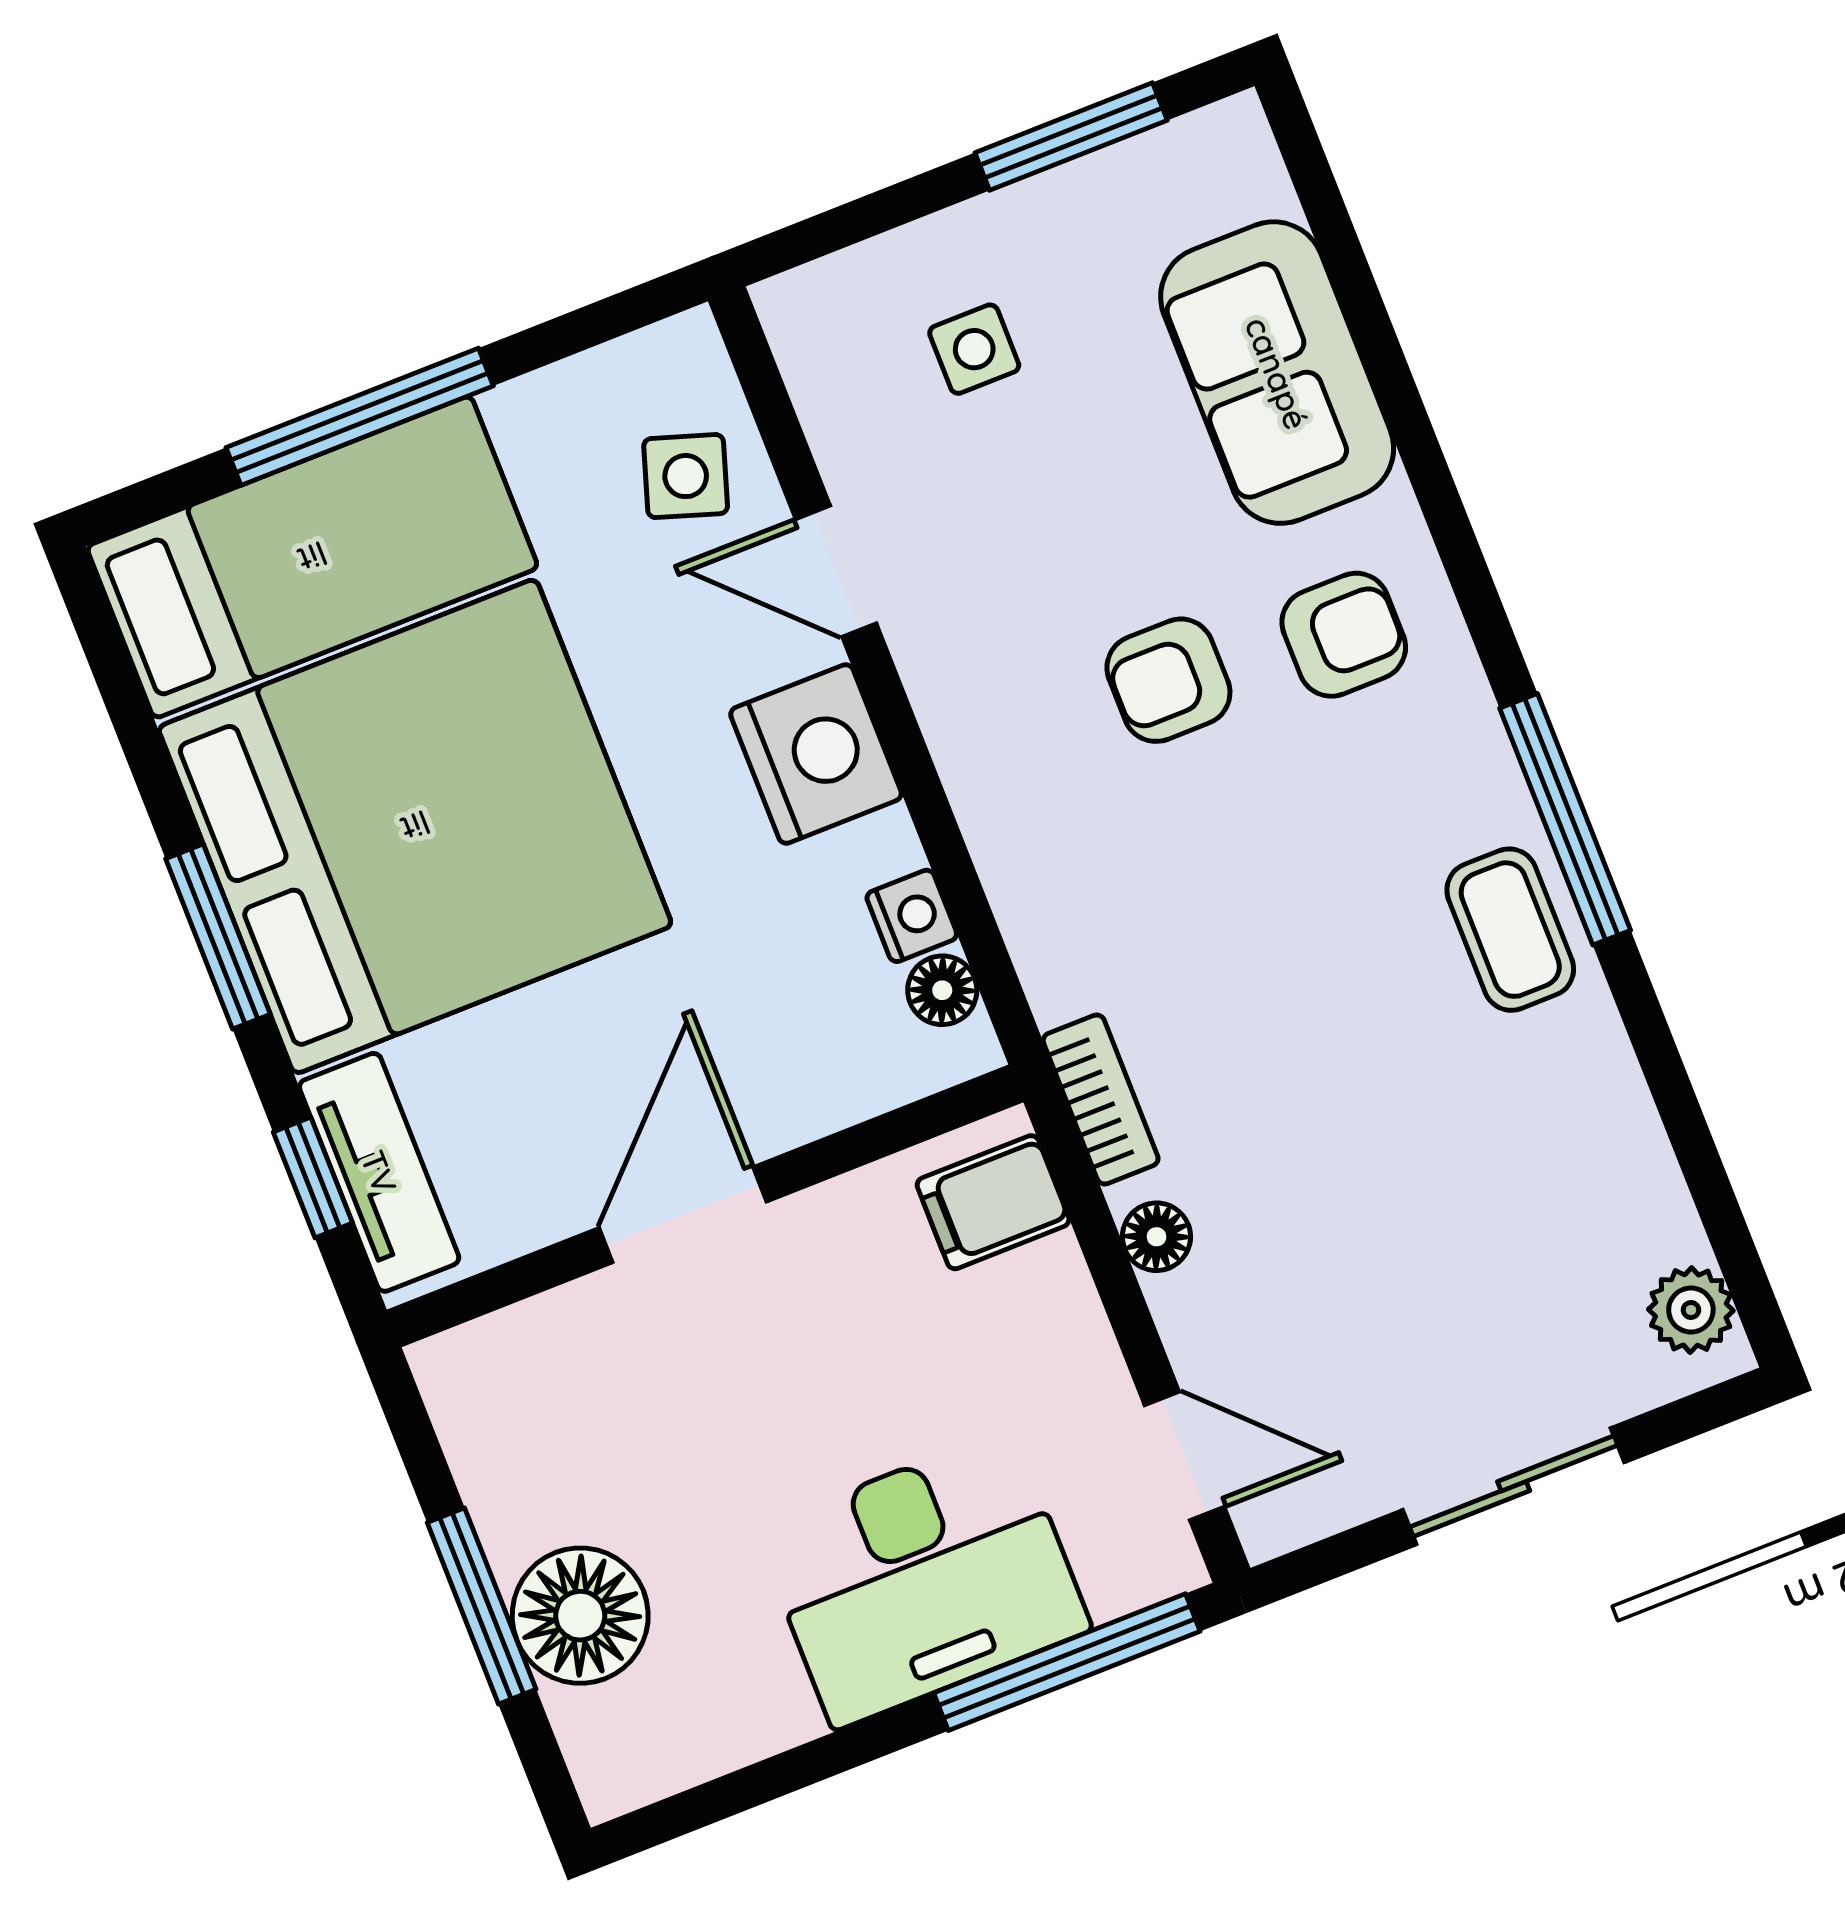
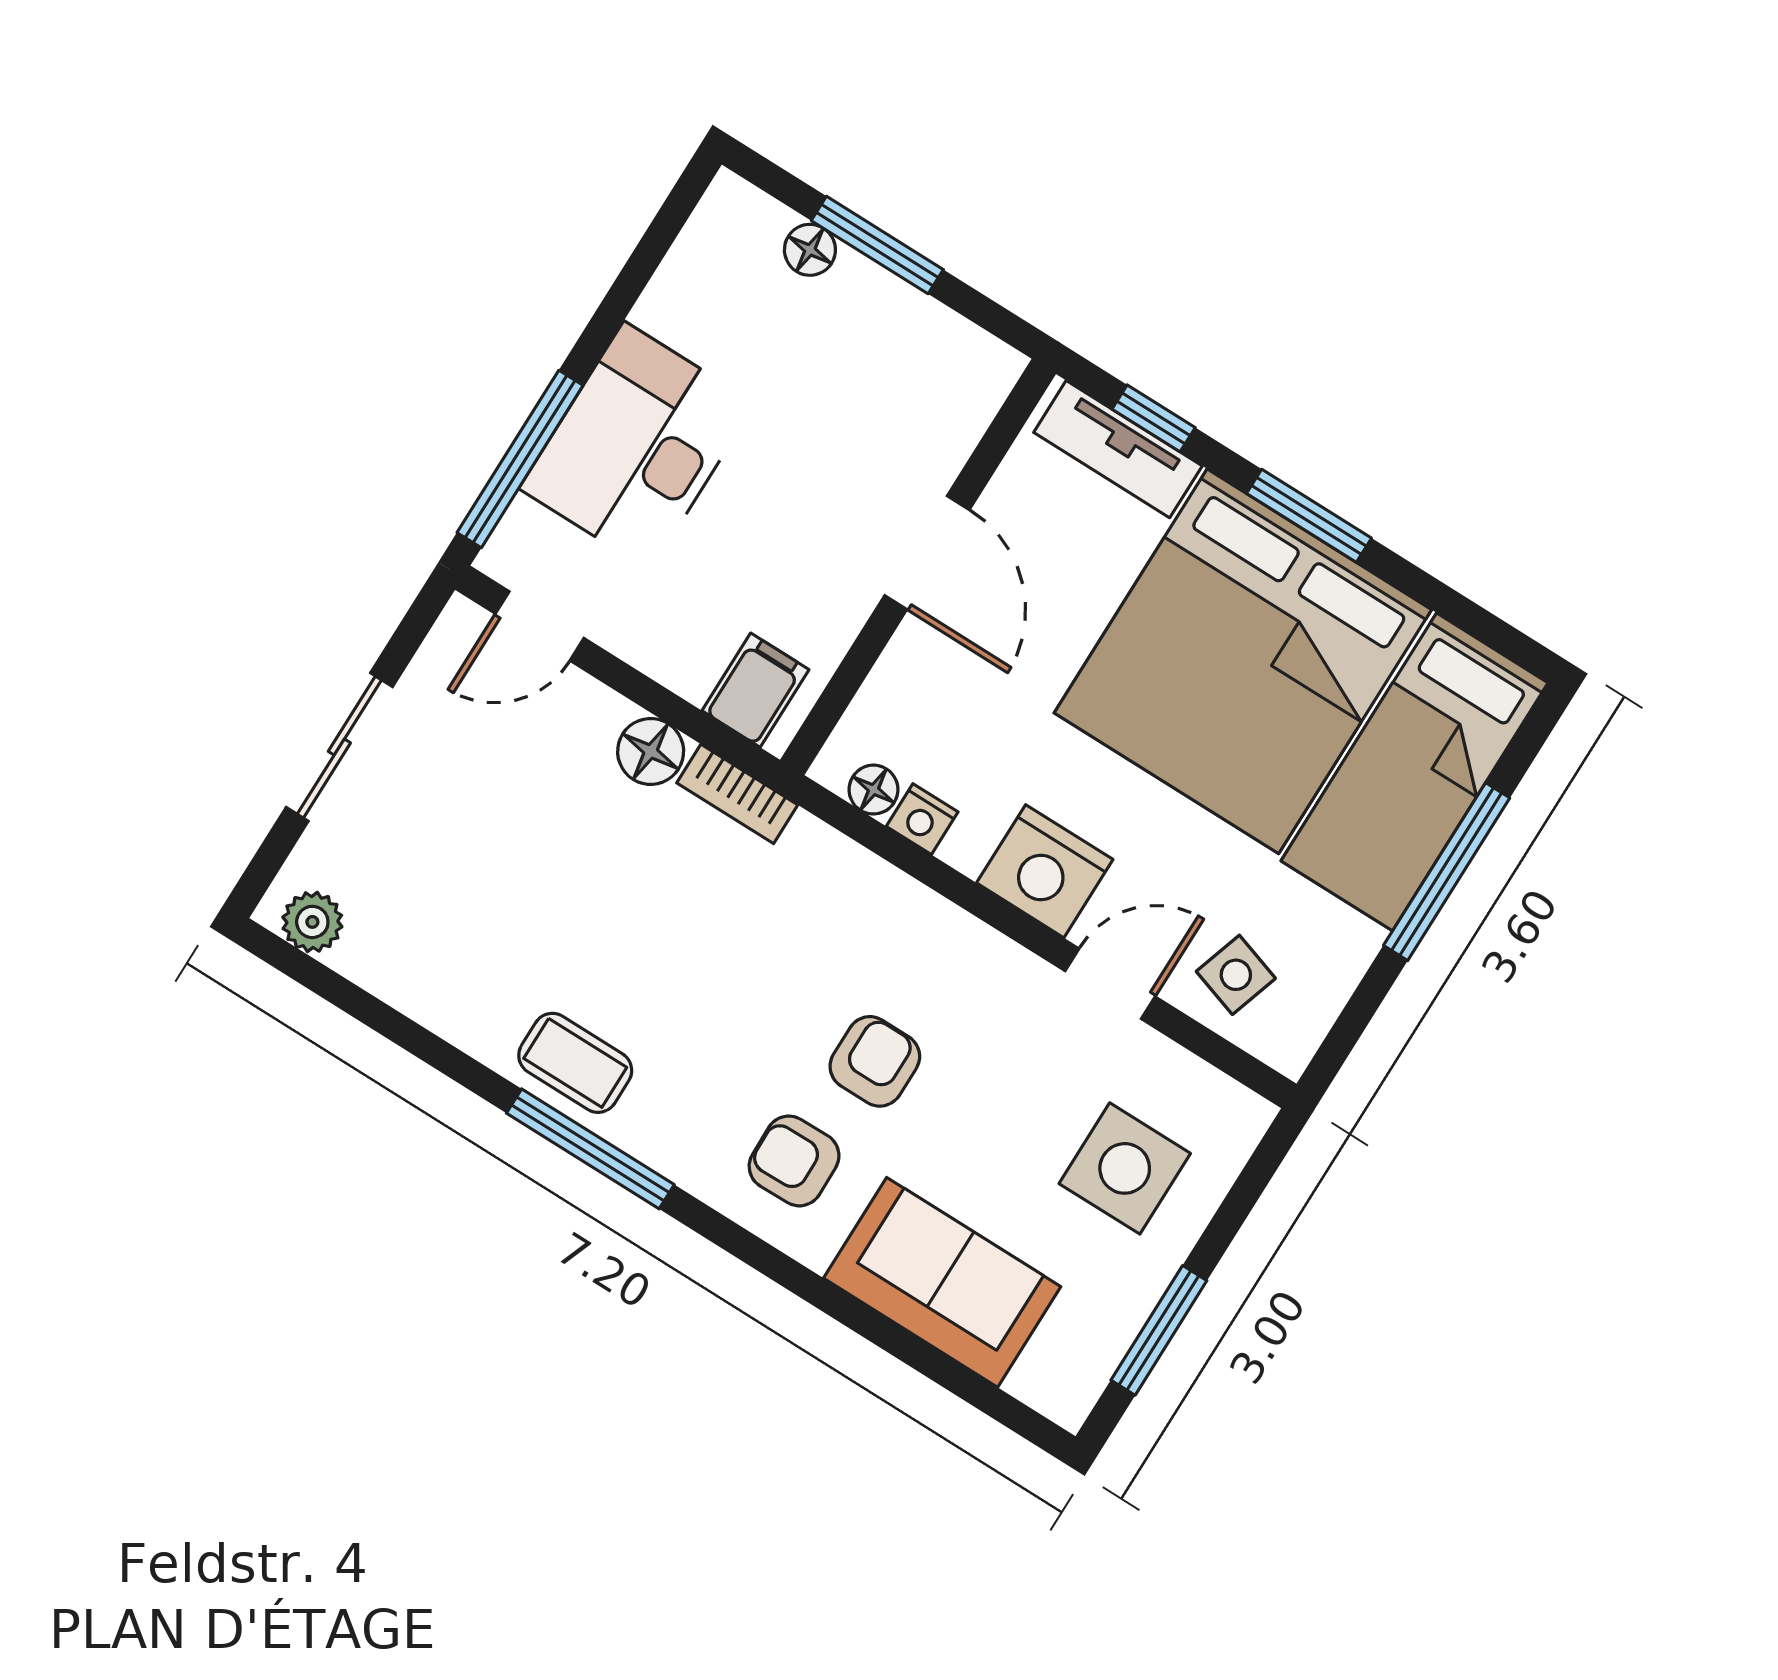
side table: (974, 349) -> (1125, 1168), width x1.87, depth x1.87
armchair: (1344, 635) -> (794, 1161), turned 89
floor lamp: (1156, 1237) -> (651, 751), width x1.37, depth x1.37
floor lamp: (580, 1616) -> (810, 250), width x0.53, depth x0.53

